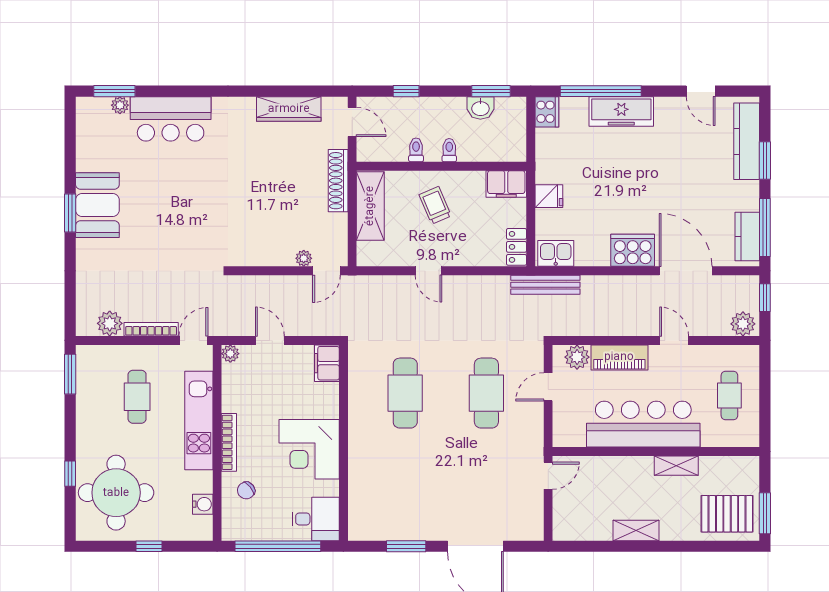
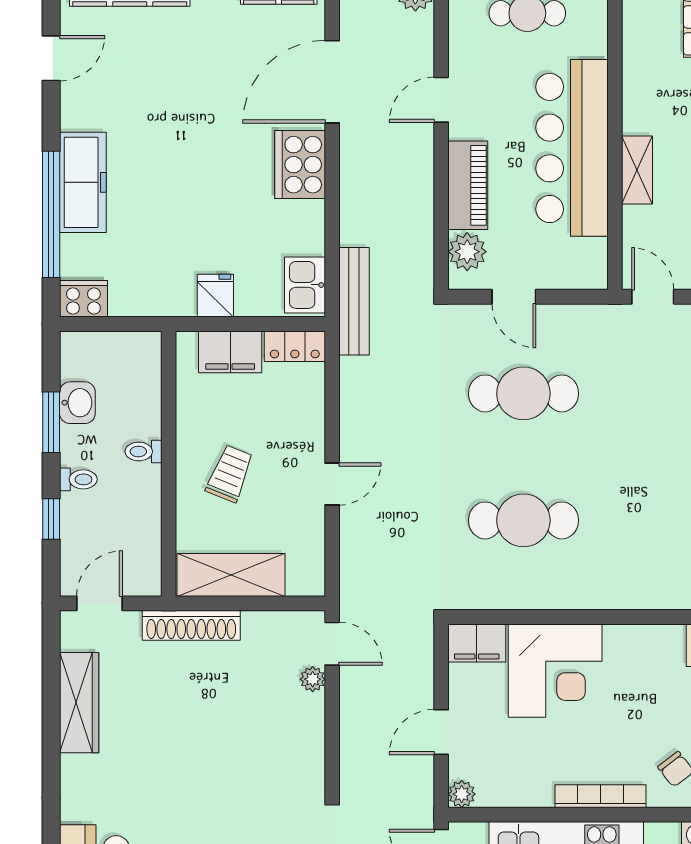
window: (491, 91) -> (51, 422), moved
toilet: (416, 150) -> (78, 479), moved, turned 180
filing cabinet: (506, 184) -> (230, 352), moved, turned 90
trolley: (435, 205) -> (230, 474), turned 135
corner desk: (309, 449) -> (555, 671), moved
shelving: (676, 466) -> (637, 170), moved

